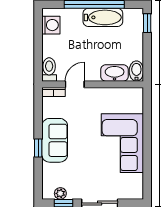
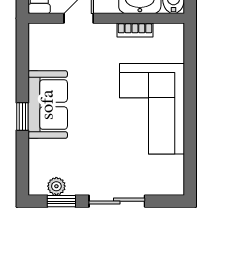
bookcase: (54, 92) -> (135, 30), moved

